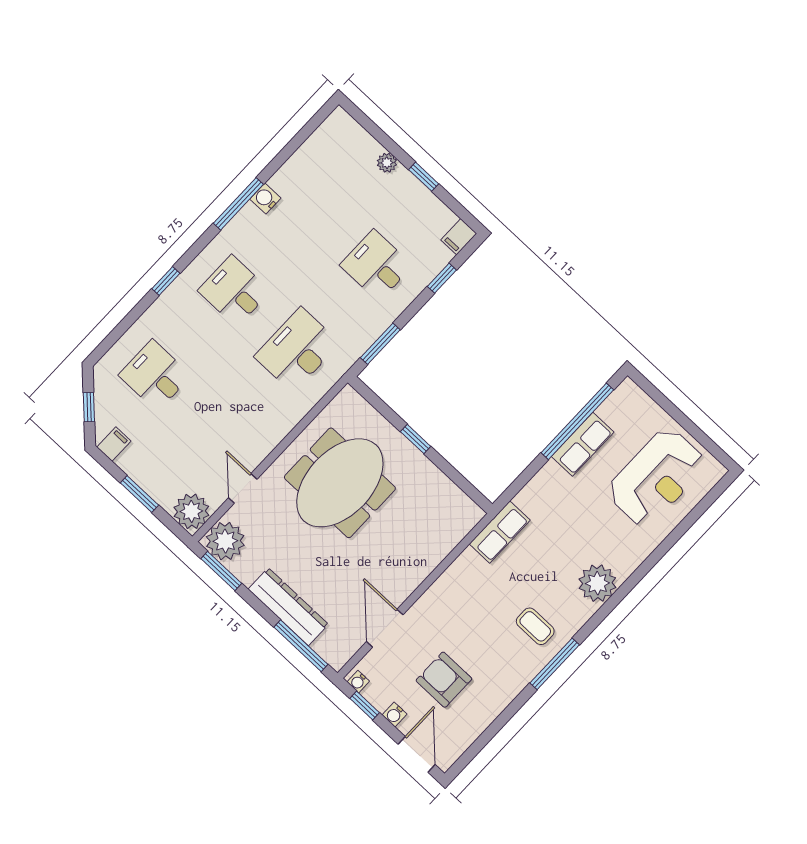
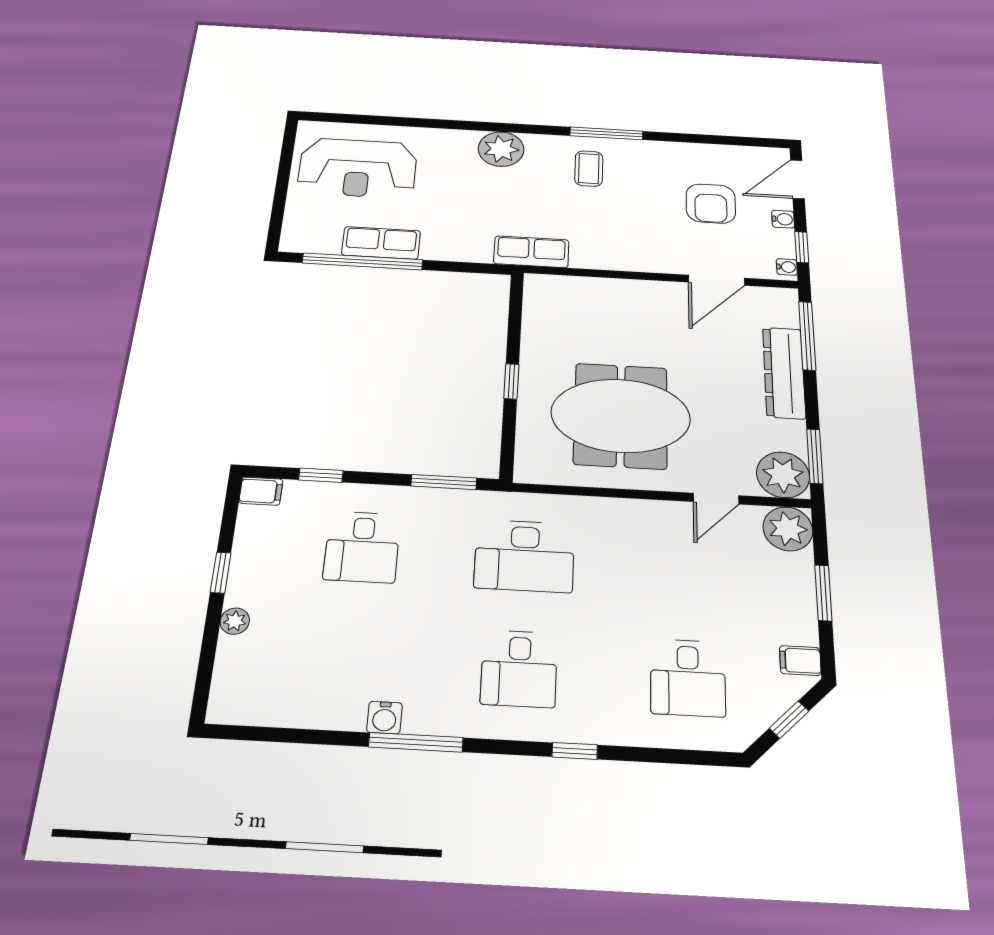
reception desk: (656, 477) -> (358, 168), turned 180

